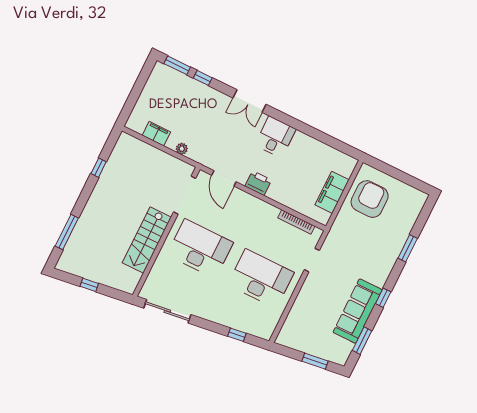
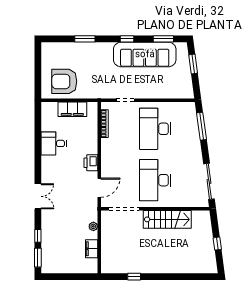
desk: (275, 137) -> (54, 143), moved
window: (67, 232) -> (189, 277), removed
sofa: (358, 311) -> (145, 54), width x1.36, depth x1.27
window: (237, 335) -> (201, 126), width x2.17

